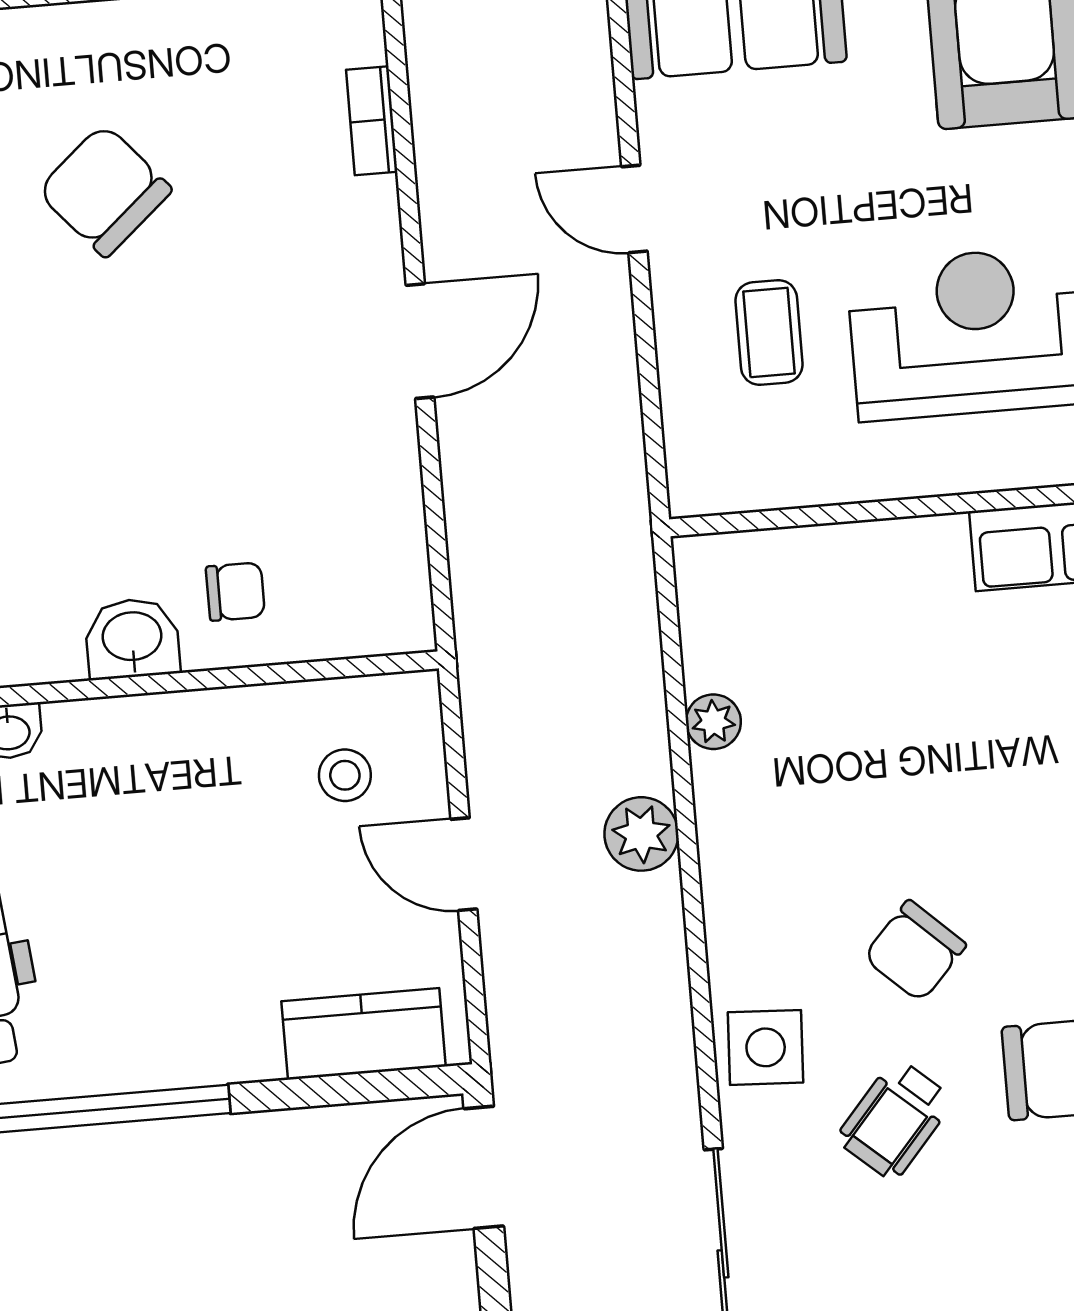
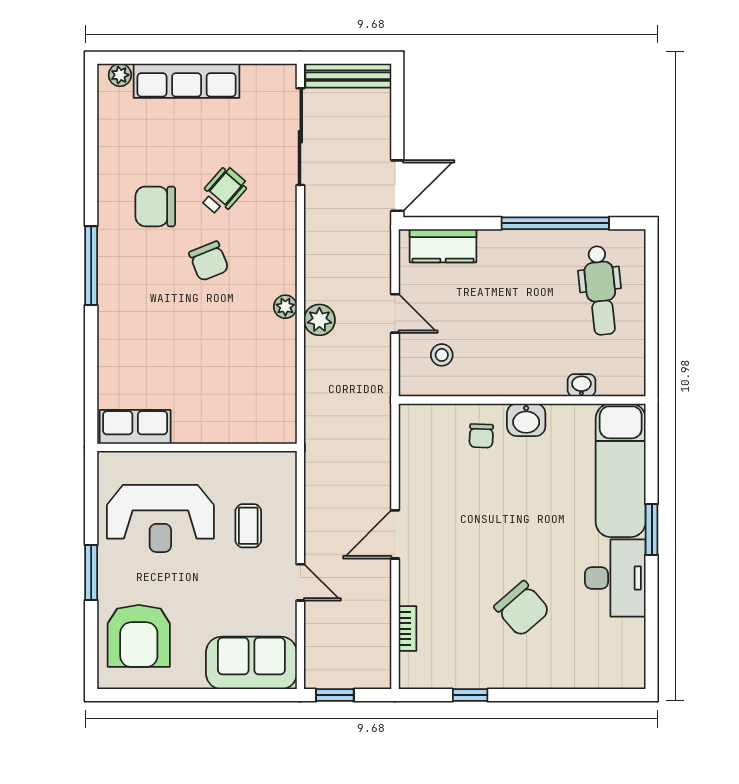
chair: (235, 592) -> (481, 436), turned -88
plant: (713, 722) -> (285, 307), moved
chair: (915, 951) -> (209, 261), turned 115
side table: (766, 1047) -> (275, 226), removed

